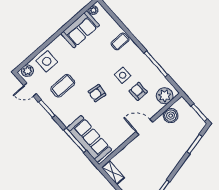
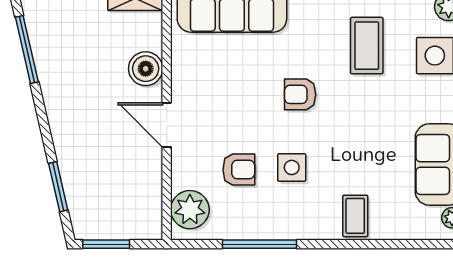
armchair: (97, 93) -> (300, 94), turned -98
boiler: (171, 116) -> (146, 69), moved
door: (144, 127) -> (167, 125), swing flipped

